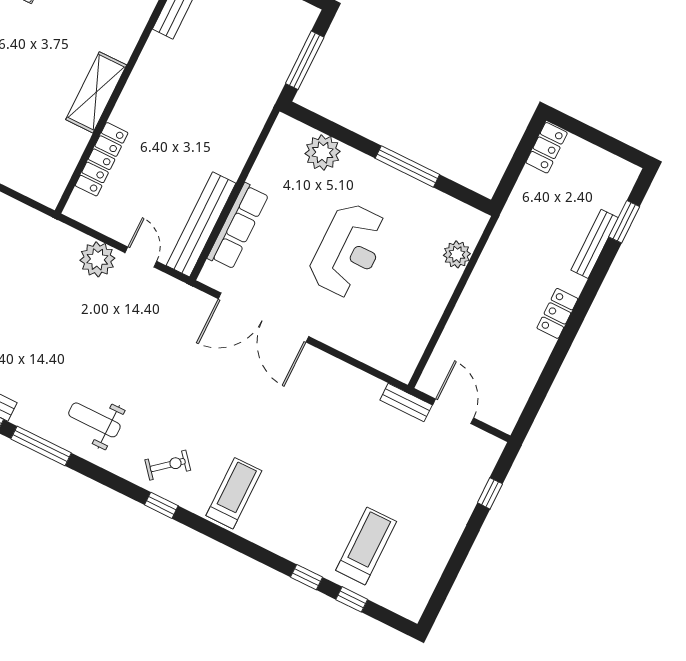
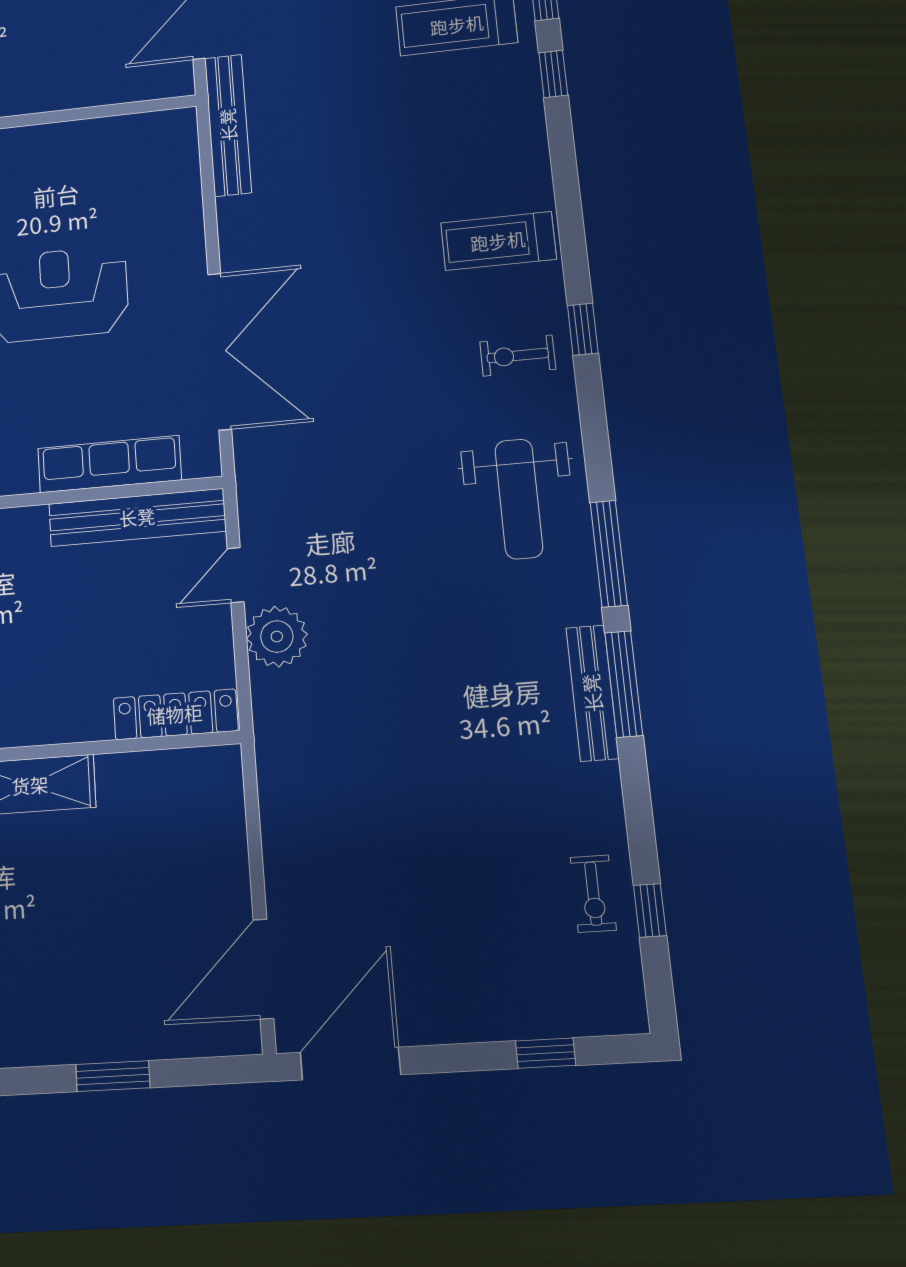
locker: (102, 159) -> (175, 714), moved
bench: (406, 403) -> (228, 125), width x1.86, depth x1.21
weight bench: (94, 420) -> (519, 499), width x1.36, depth x1.33
exercise bike: (168, 465) -> (518, 356), turned -50

